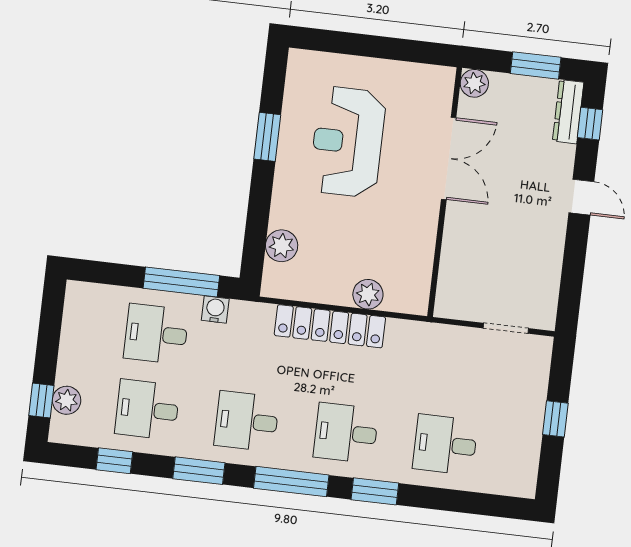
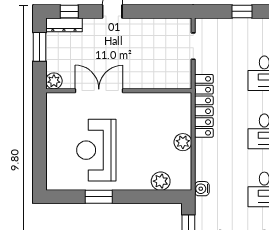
reception desk: (348, 142) -> (96, 150), turned 90
plant: (368, 294) -> (183, 142), moved
water cooler: (215, 309) -> (202, 189), moved
locker: (330, 326) -> (204, 106), moved

